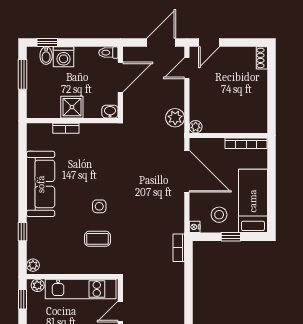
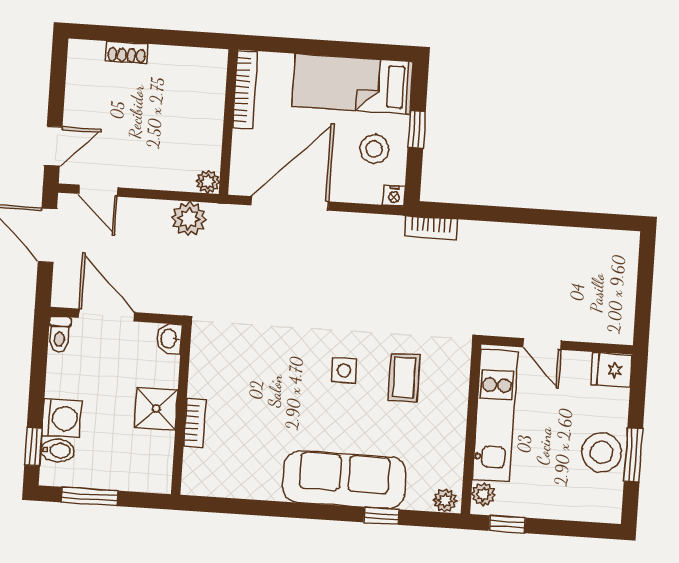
door: (209, 43) -> (53, 146), hinge flipped
shoe rack: (262, 58) -> (127, 53), moved
sofa: (41, 184) -> (344, 480), moved

